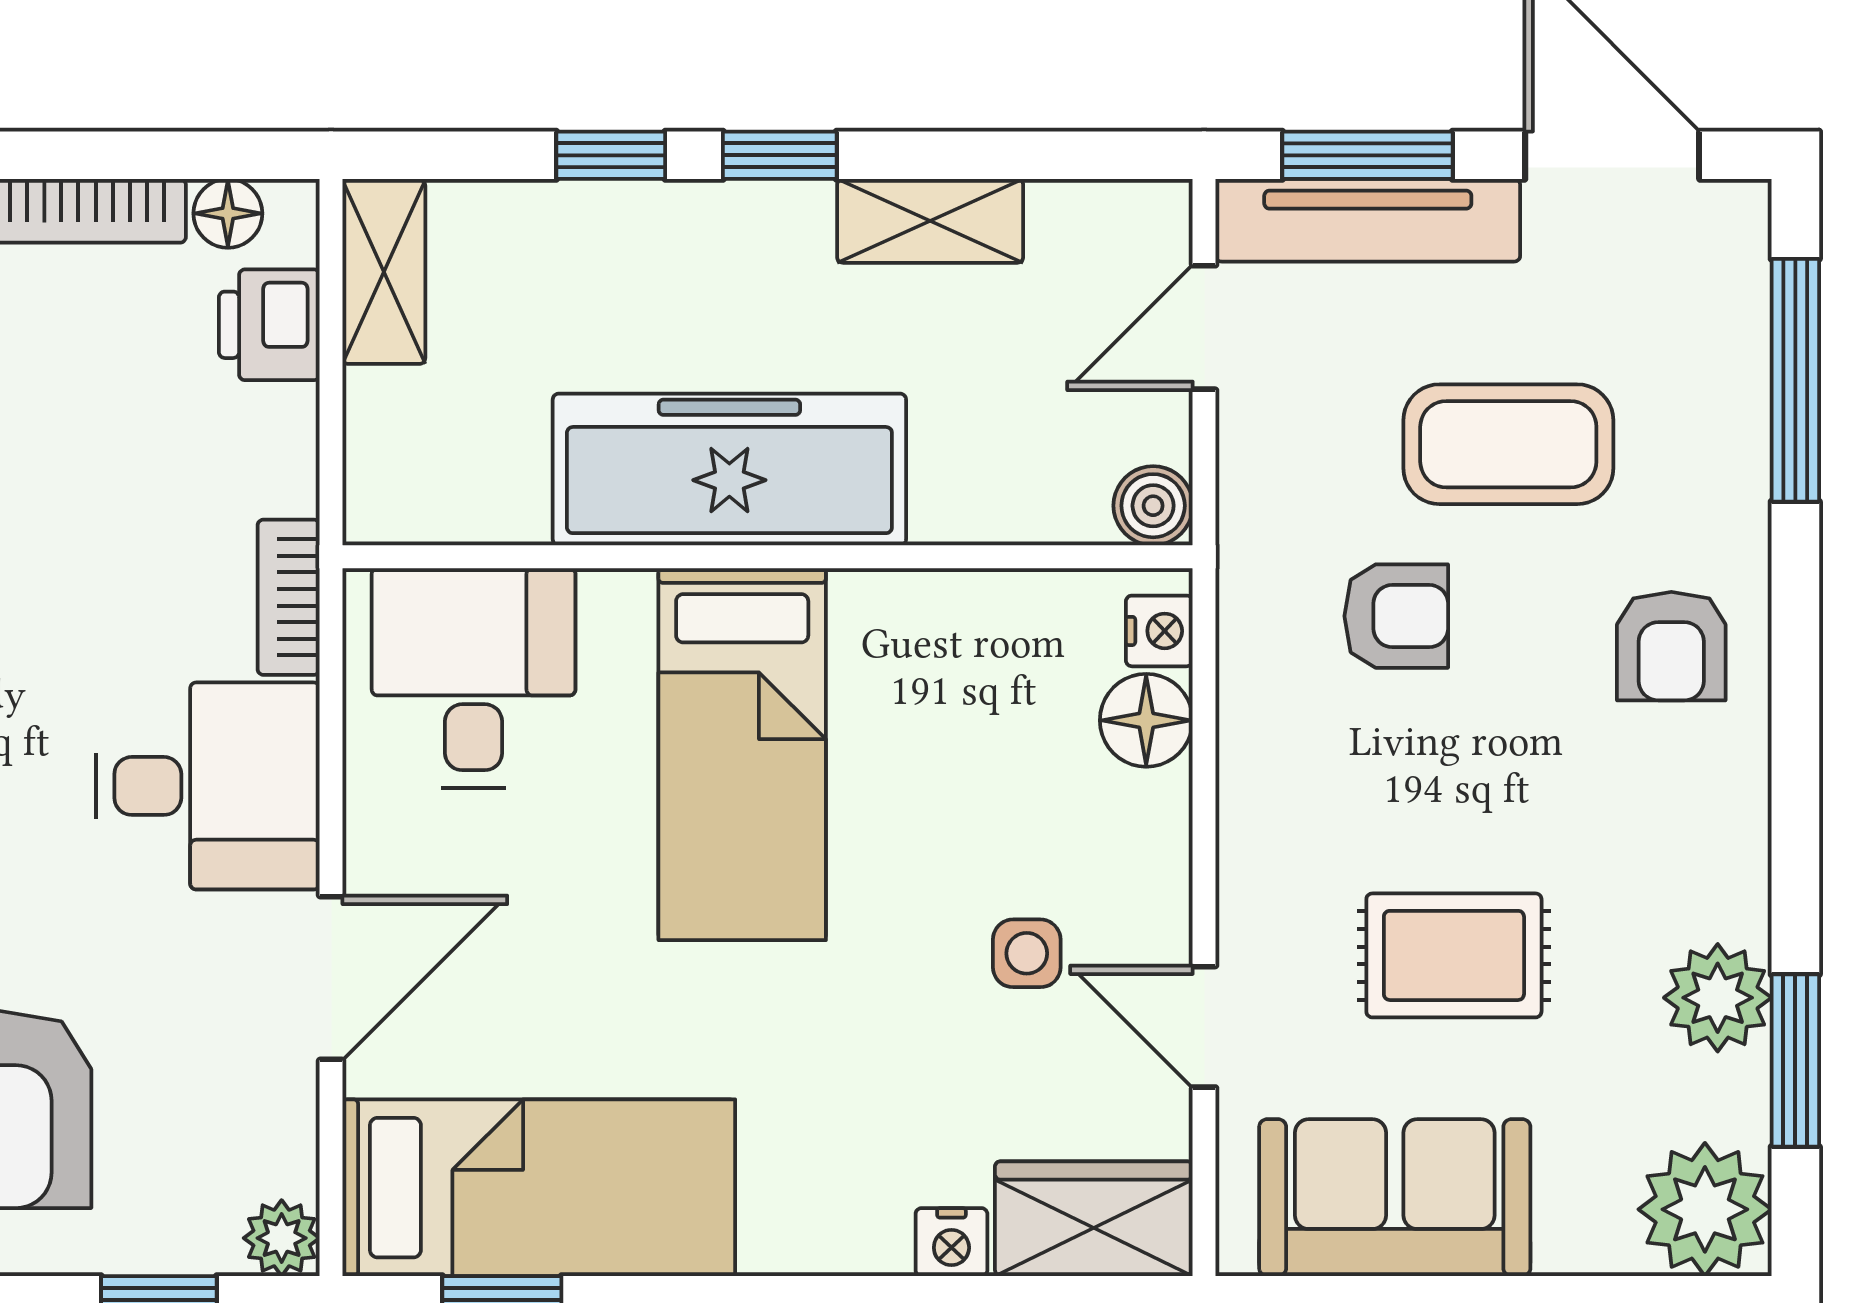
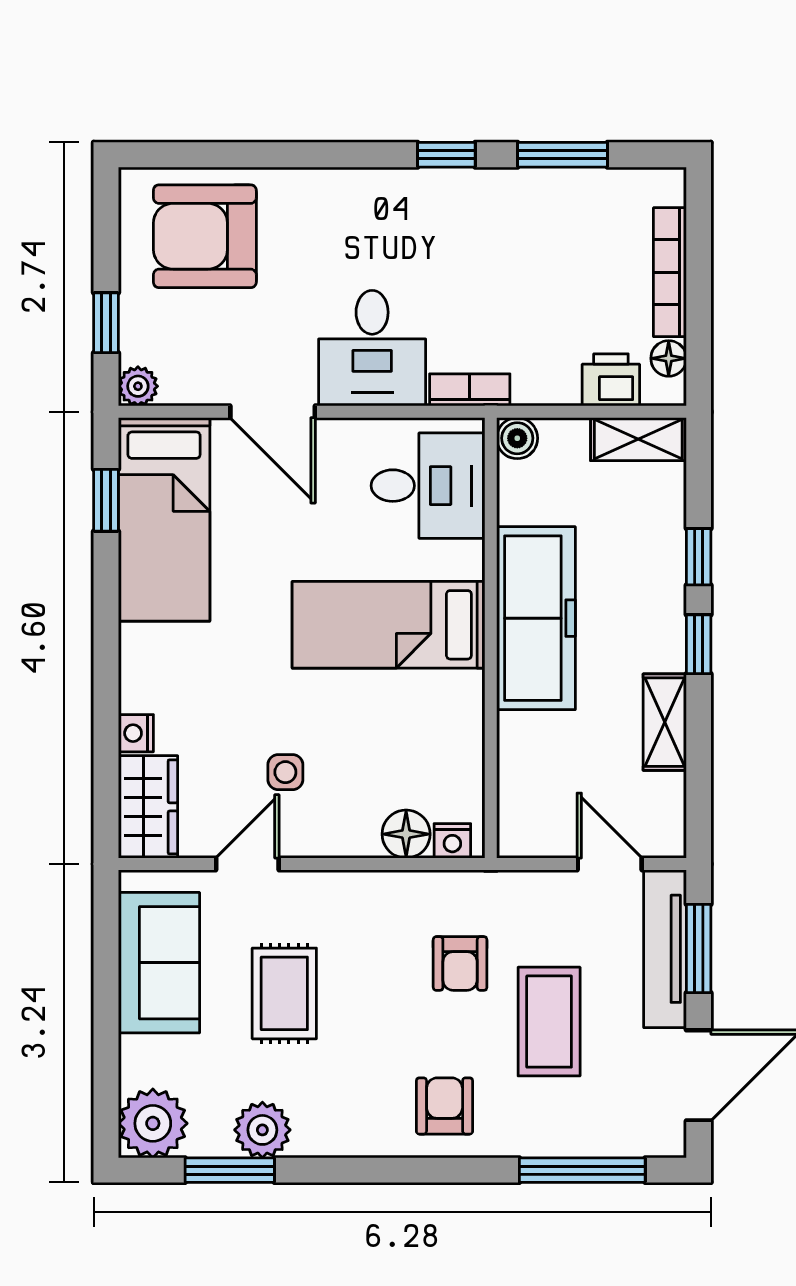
boiler: (1153, 506) -> (517, 438), moved
armchair: (1671, 646) -> (445, 1106), turned 90

